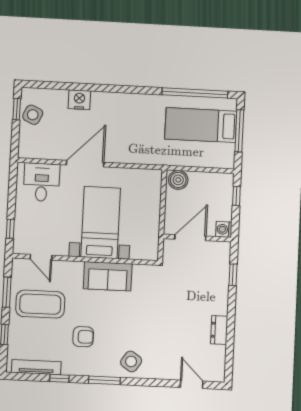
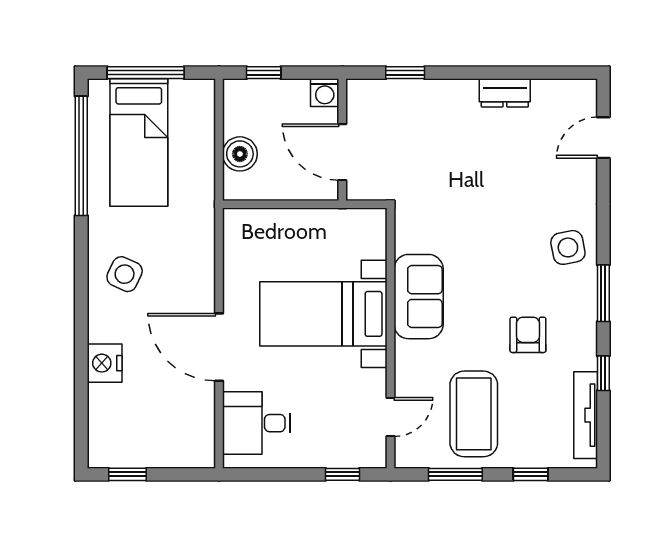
side table: (33, 115) -> (125, 274), moved
boiler: (178, 180) -> (240, 154), moved
side table: (131, 361) -> (568, 247), turned 45

